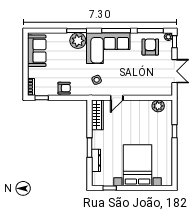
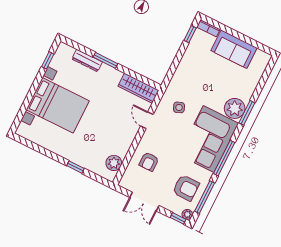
sofa: (37, 51) -> (234, 49), moved
armchair: (64, 88) -> (149, 162), moved

